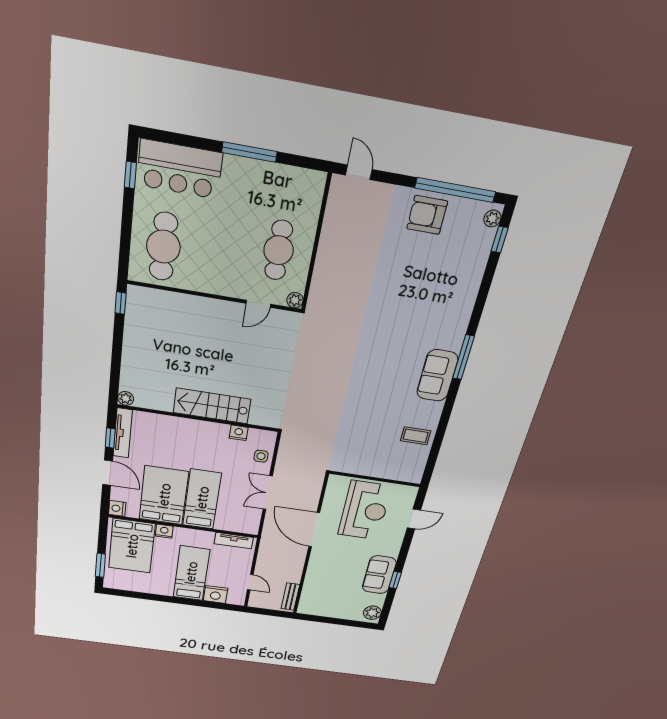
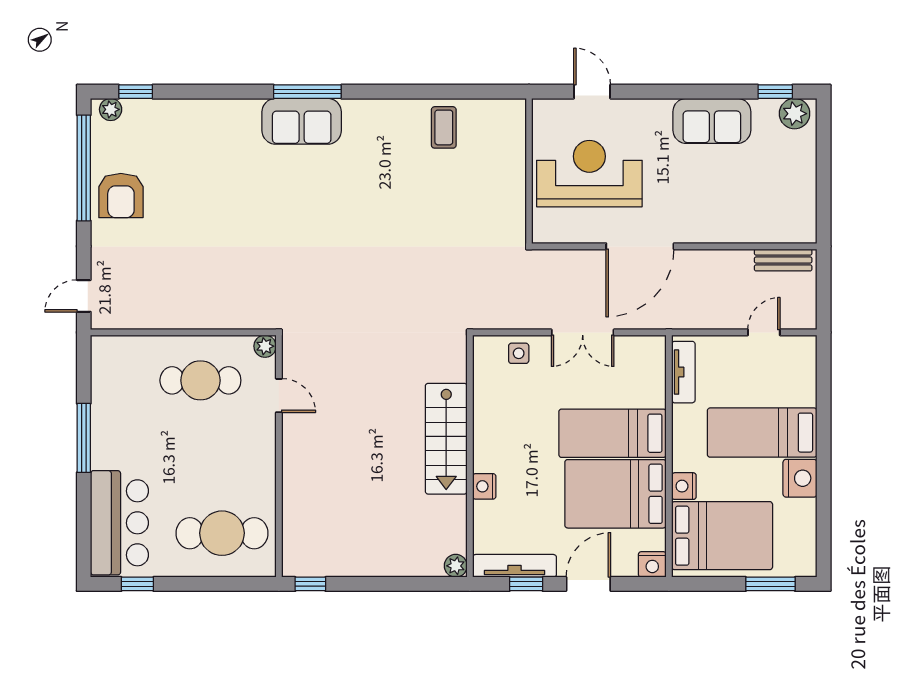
sofa: (437, 376) -> (302, 121), moved
nightstand: (239, 433) -> (484, 486), moved
window: (395, 580) -> (775, 92), moved
nightstand: (216, 594) -> (800, 478), moved

